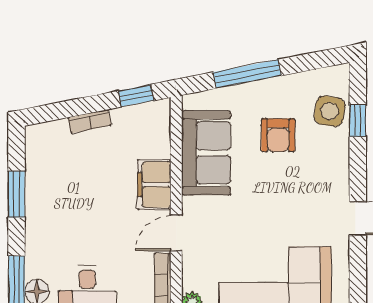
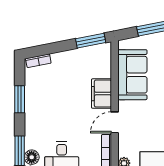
window: (136, 96) -> (91, 41), width x1.50
bookcase: (90, 121) -> (38, 61), moved

